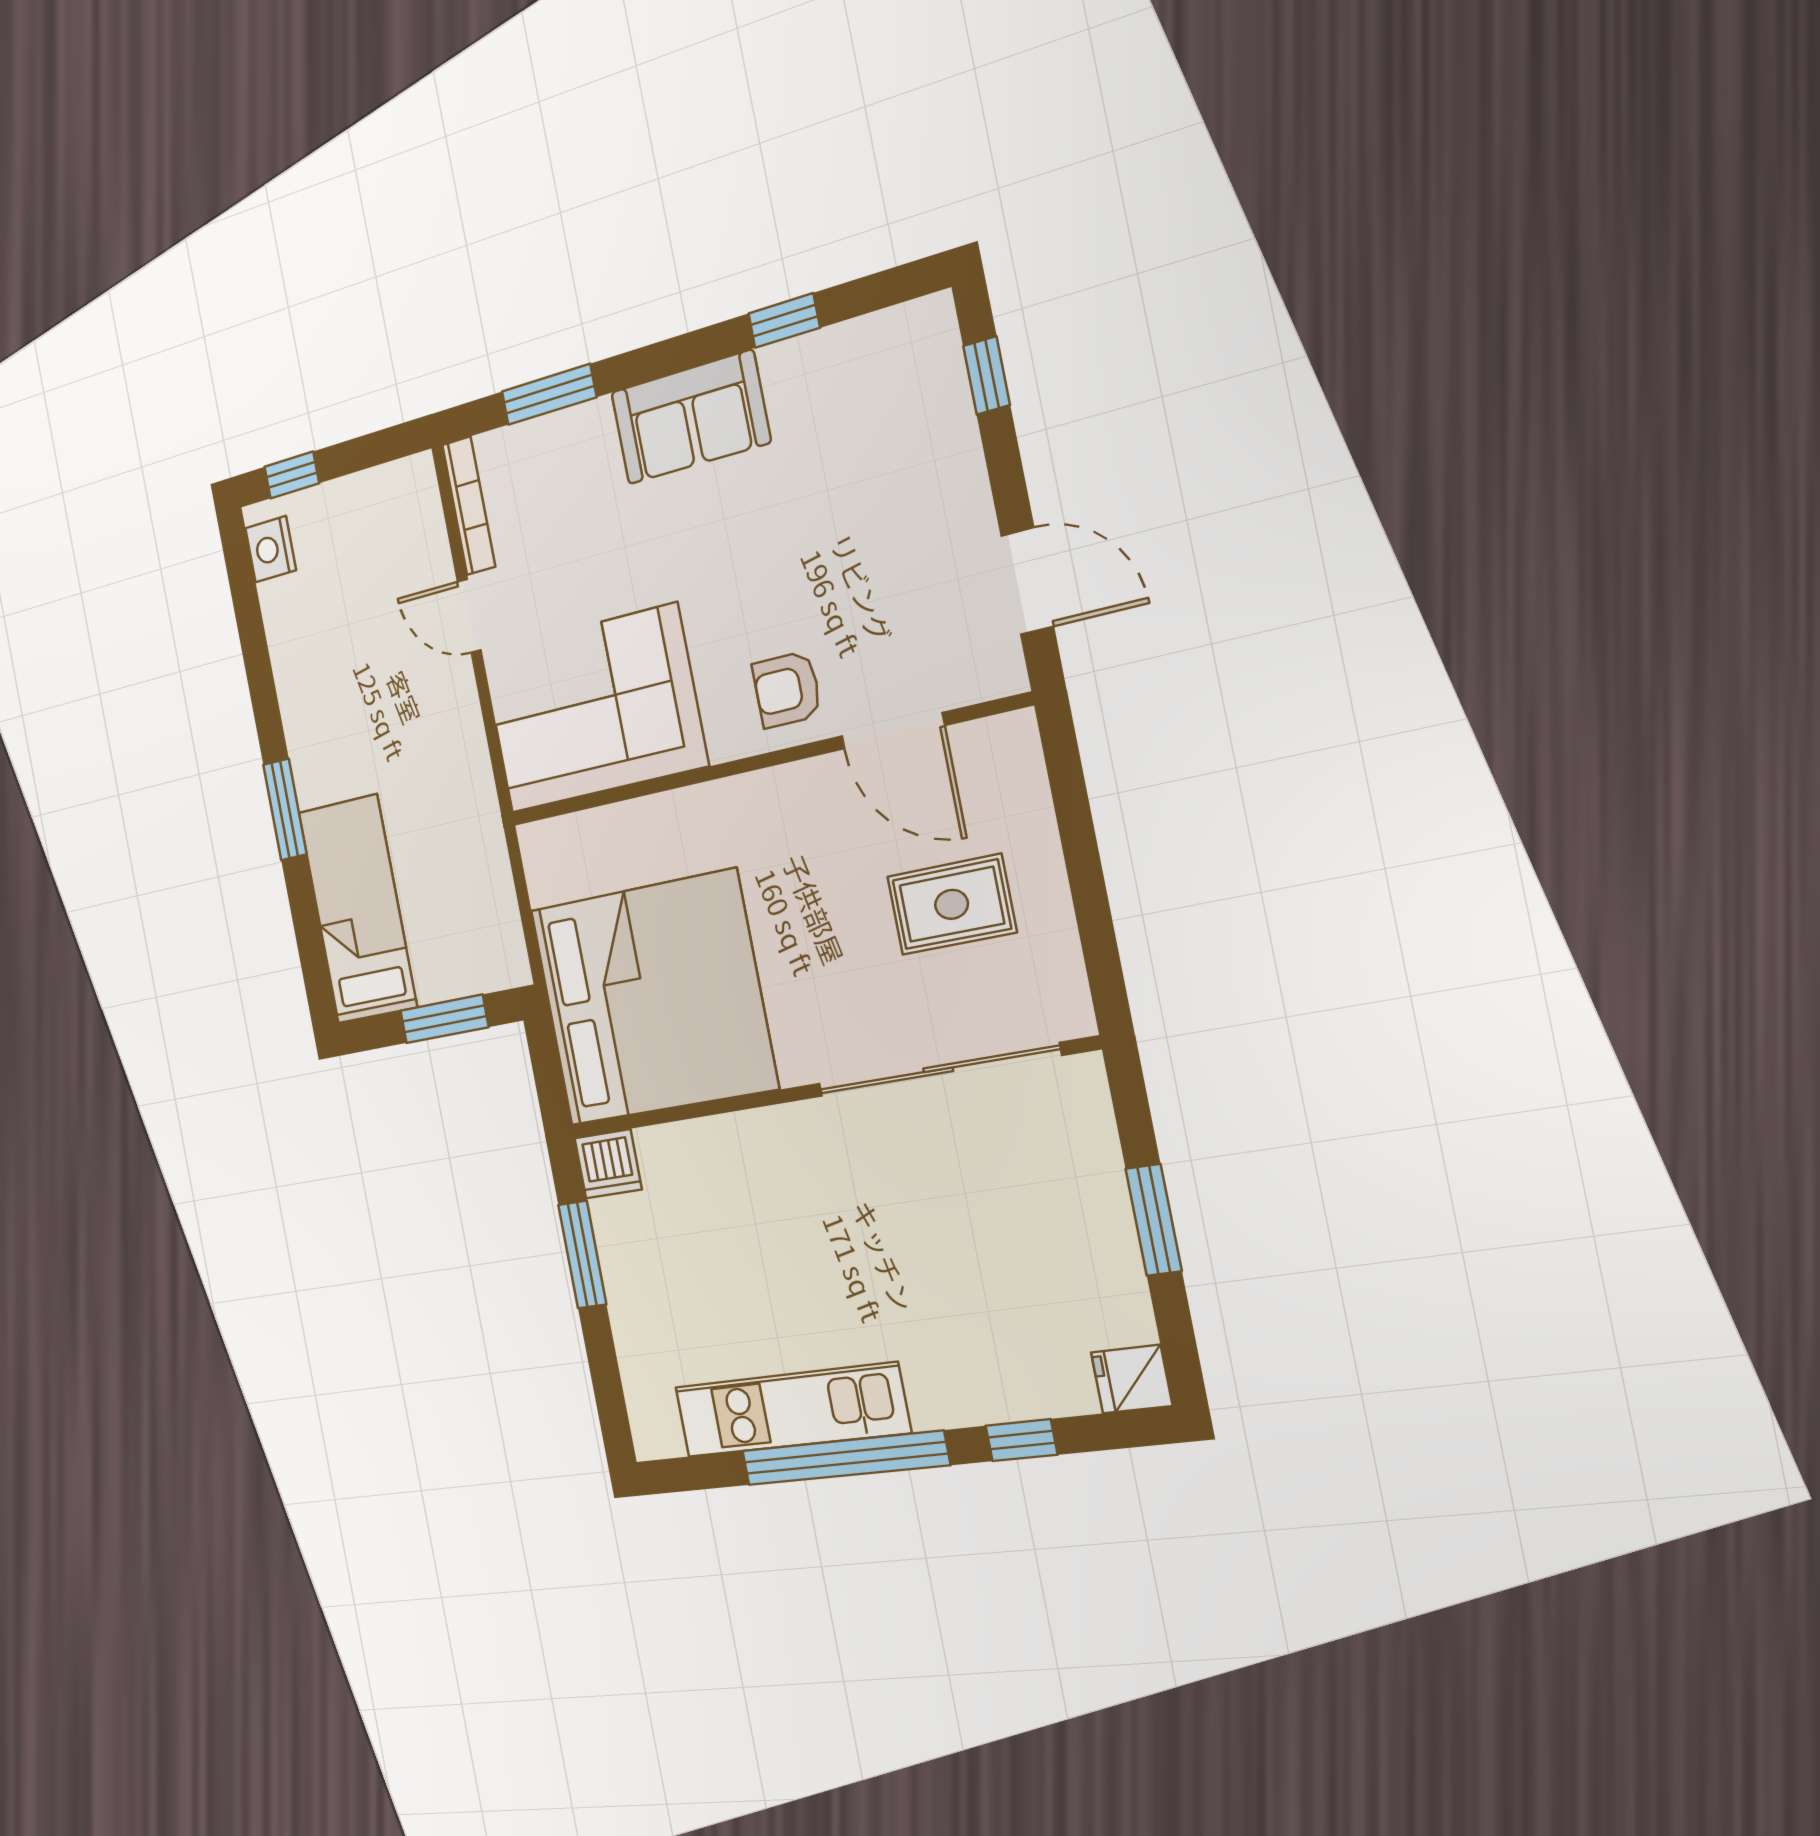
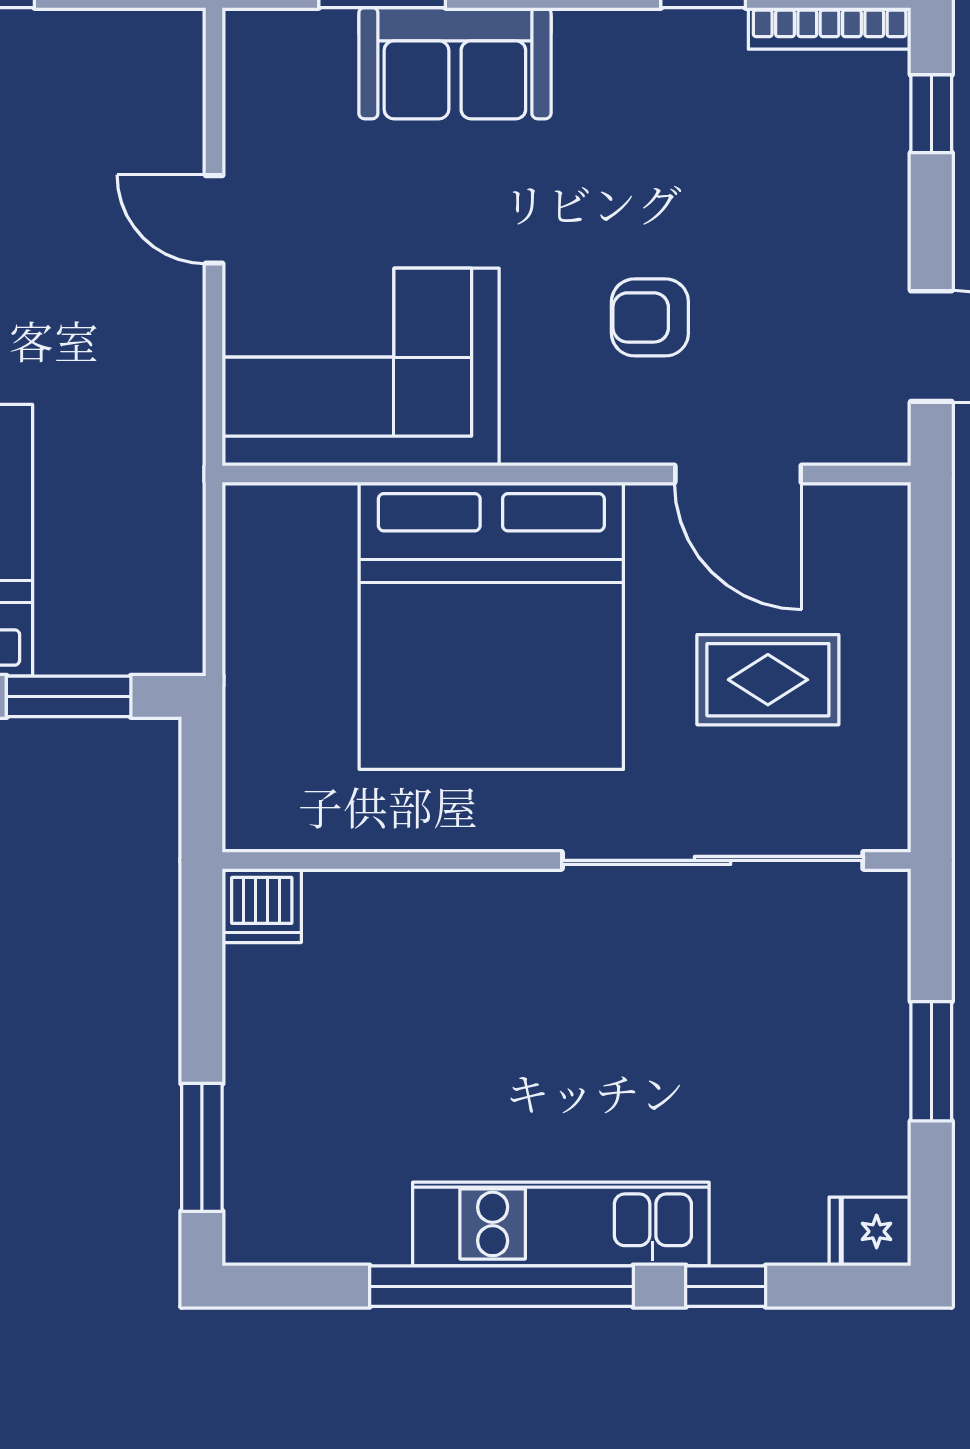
sofa: (690, 417) -> (455, 63), moved
bookcase: (469, 506) -> (830, 28), moved, turned 90
armchair: (787, 689) -> (650, 317), moved
bed: (653, 998) -> (491, 626), moved, turned 90
window: (582, 1255) -> (202, 1147), moved
kitchen unit: (791, 1410) -> (561, 1224), moved

